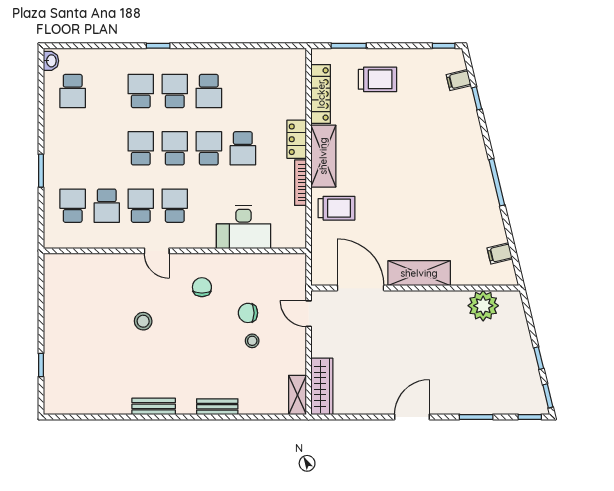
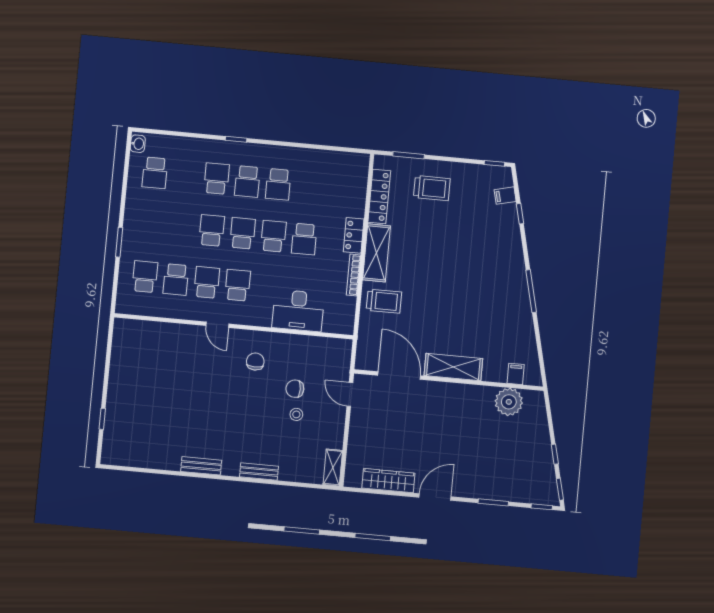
school desk: (175, 91) -> (247, 181), turned 180
filing cabinet: (500, 253) -> (516, 374), moved, turned 103
stool: (143, 321) -> (199, 387), removed
wardrobe: (322, 386) -> (388, 481), moved, turned -90

